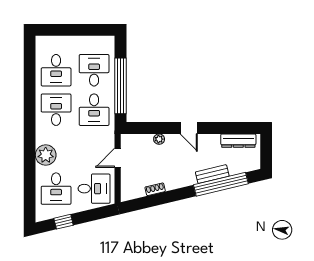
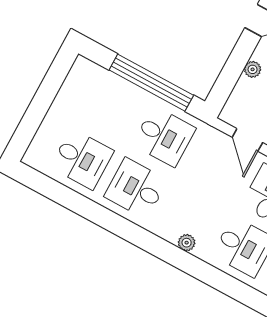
desk: (94, 70) -> (110, 107), removed
plant: (46, 155) -> (187, 243), width x0.53, depth x0.53

